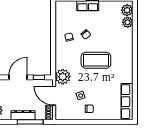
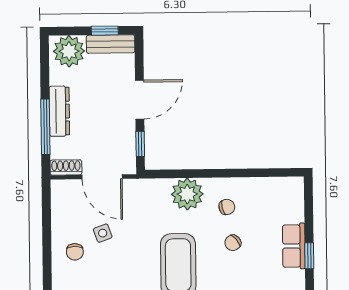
door: (18, 77) -> (140, 100), hinge flipped
plant: (63, 77) -> (187, 194), moved
door: (54, 96) -> (102, 177), swing flipped

